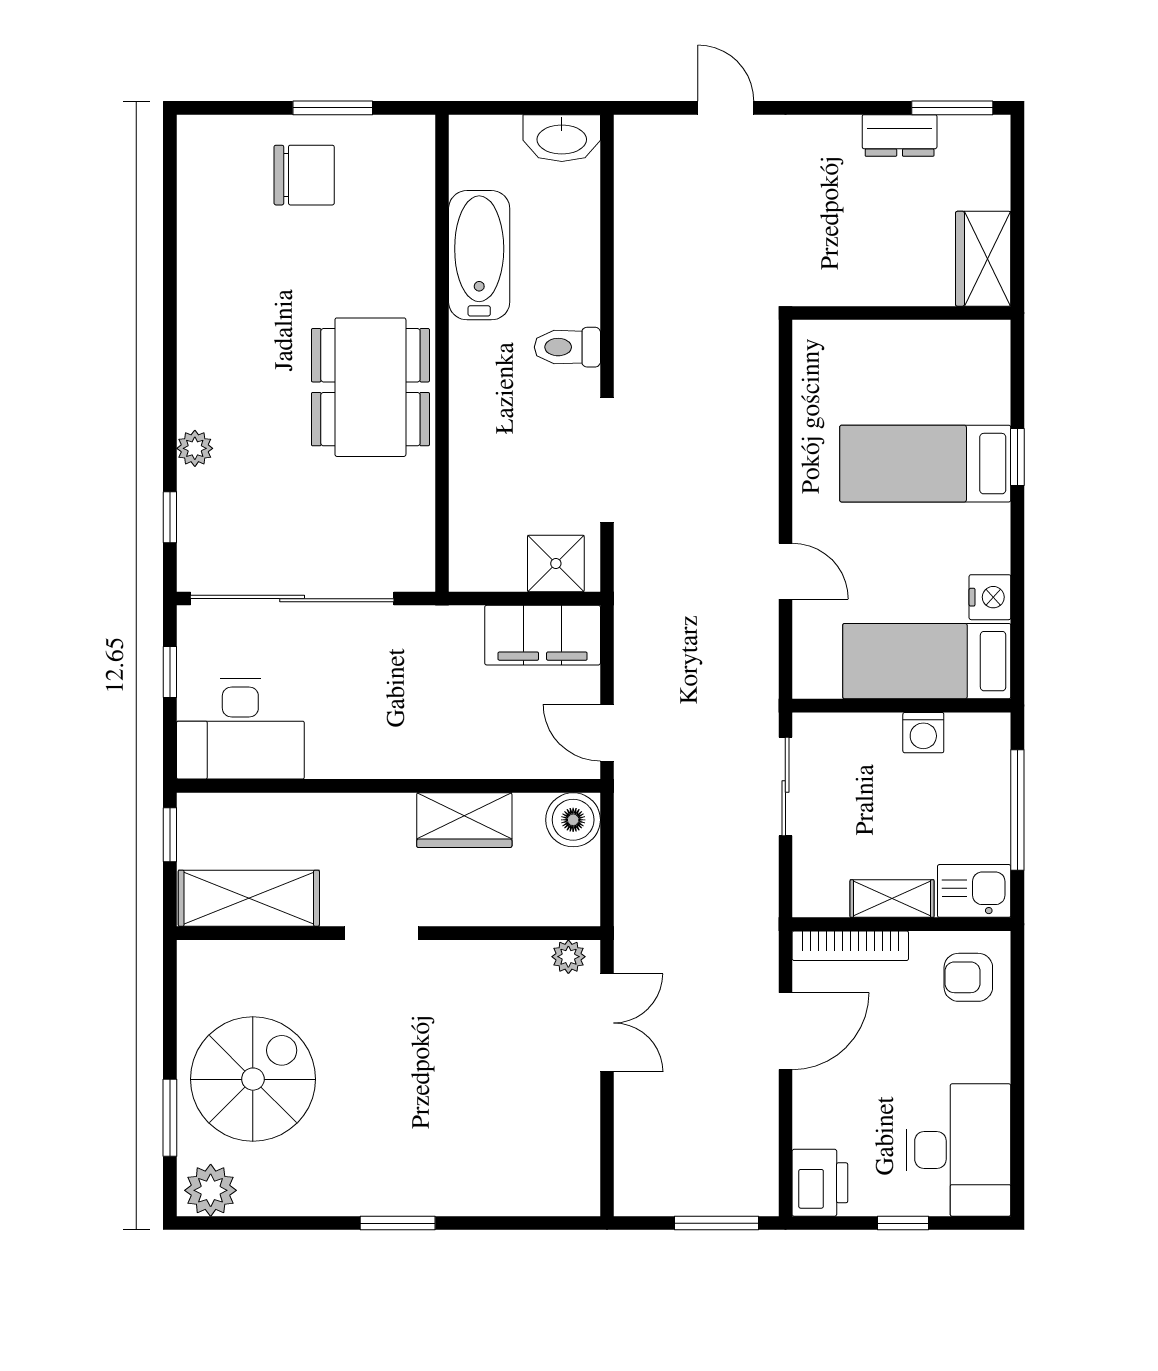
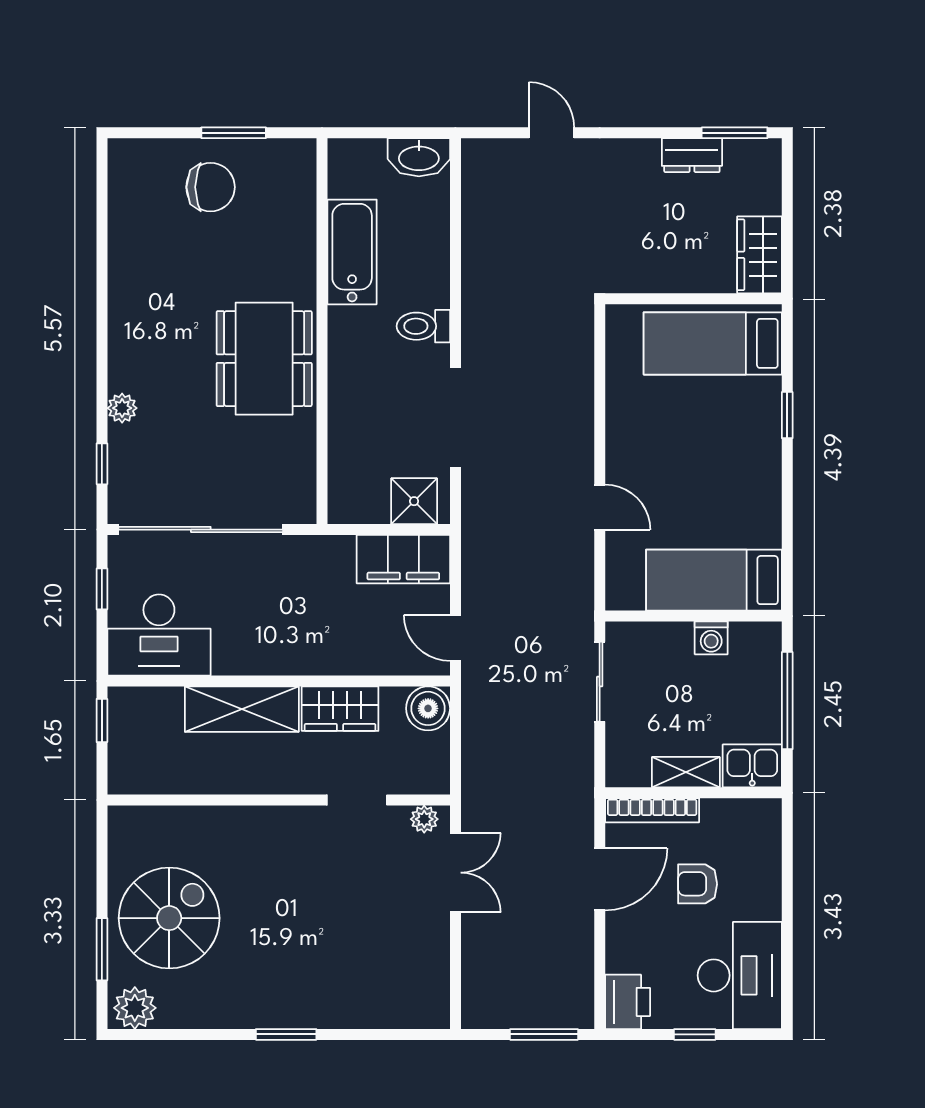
bed: (925, 464) -> (713, 343), moved
nightstand: (990, 597) -> (765, 528), removed
shelving: (249, 898) -> (242, 709), moved
doorway: (381, 933) -> (357, 800), moved
armchair: (968, 977) -> (698, 884), moved

